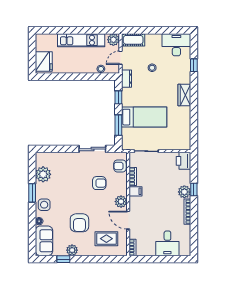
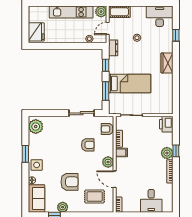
plant: (43, 174) -> (36, 127), moved
armchair: (79, 223) -> (69, 182), turned -90

